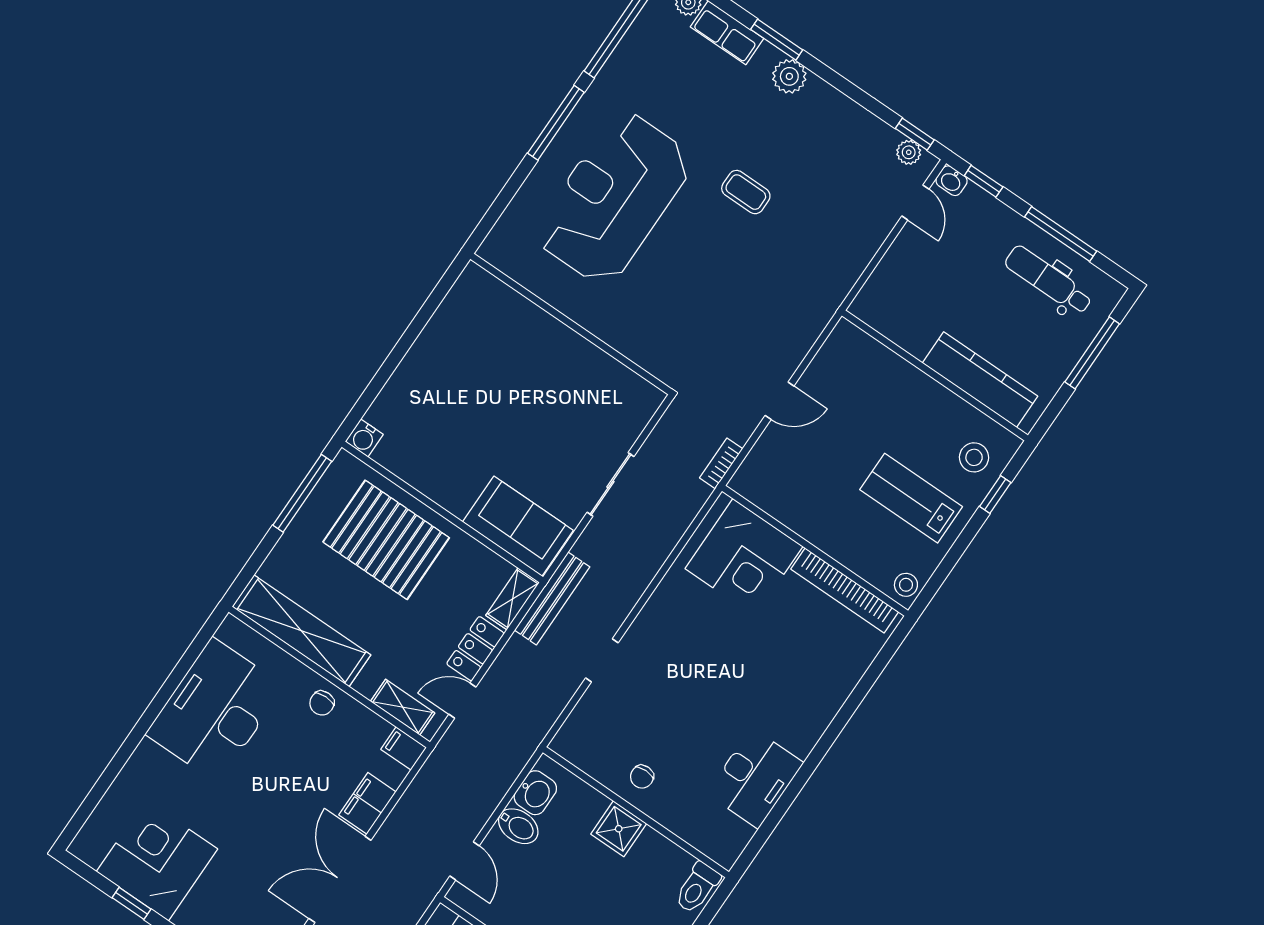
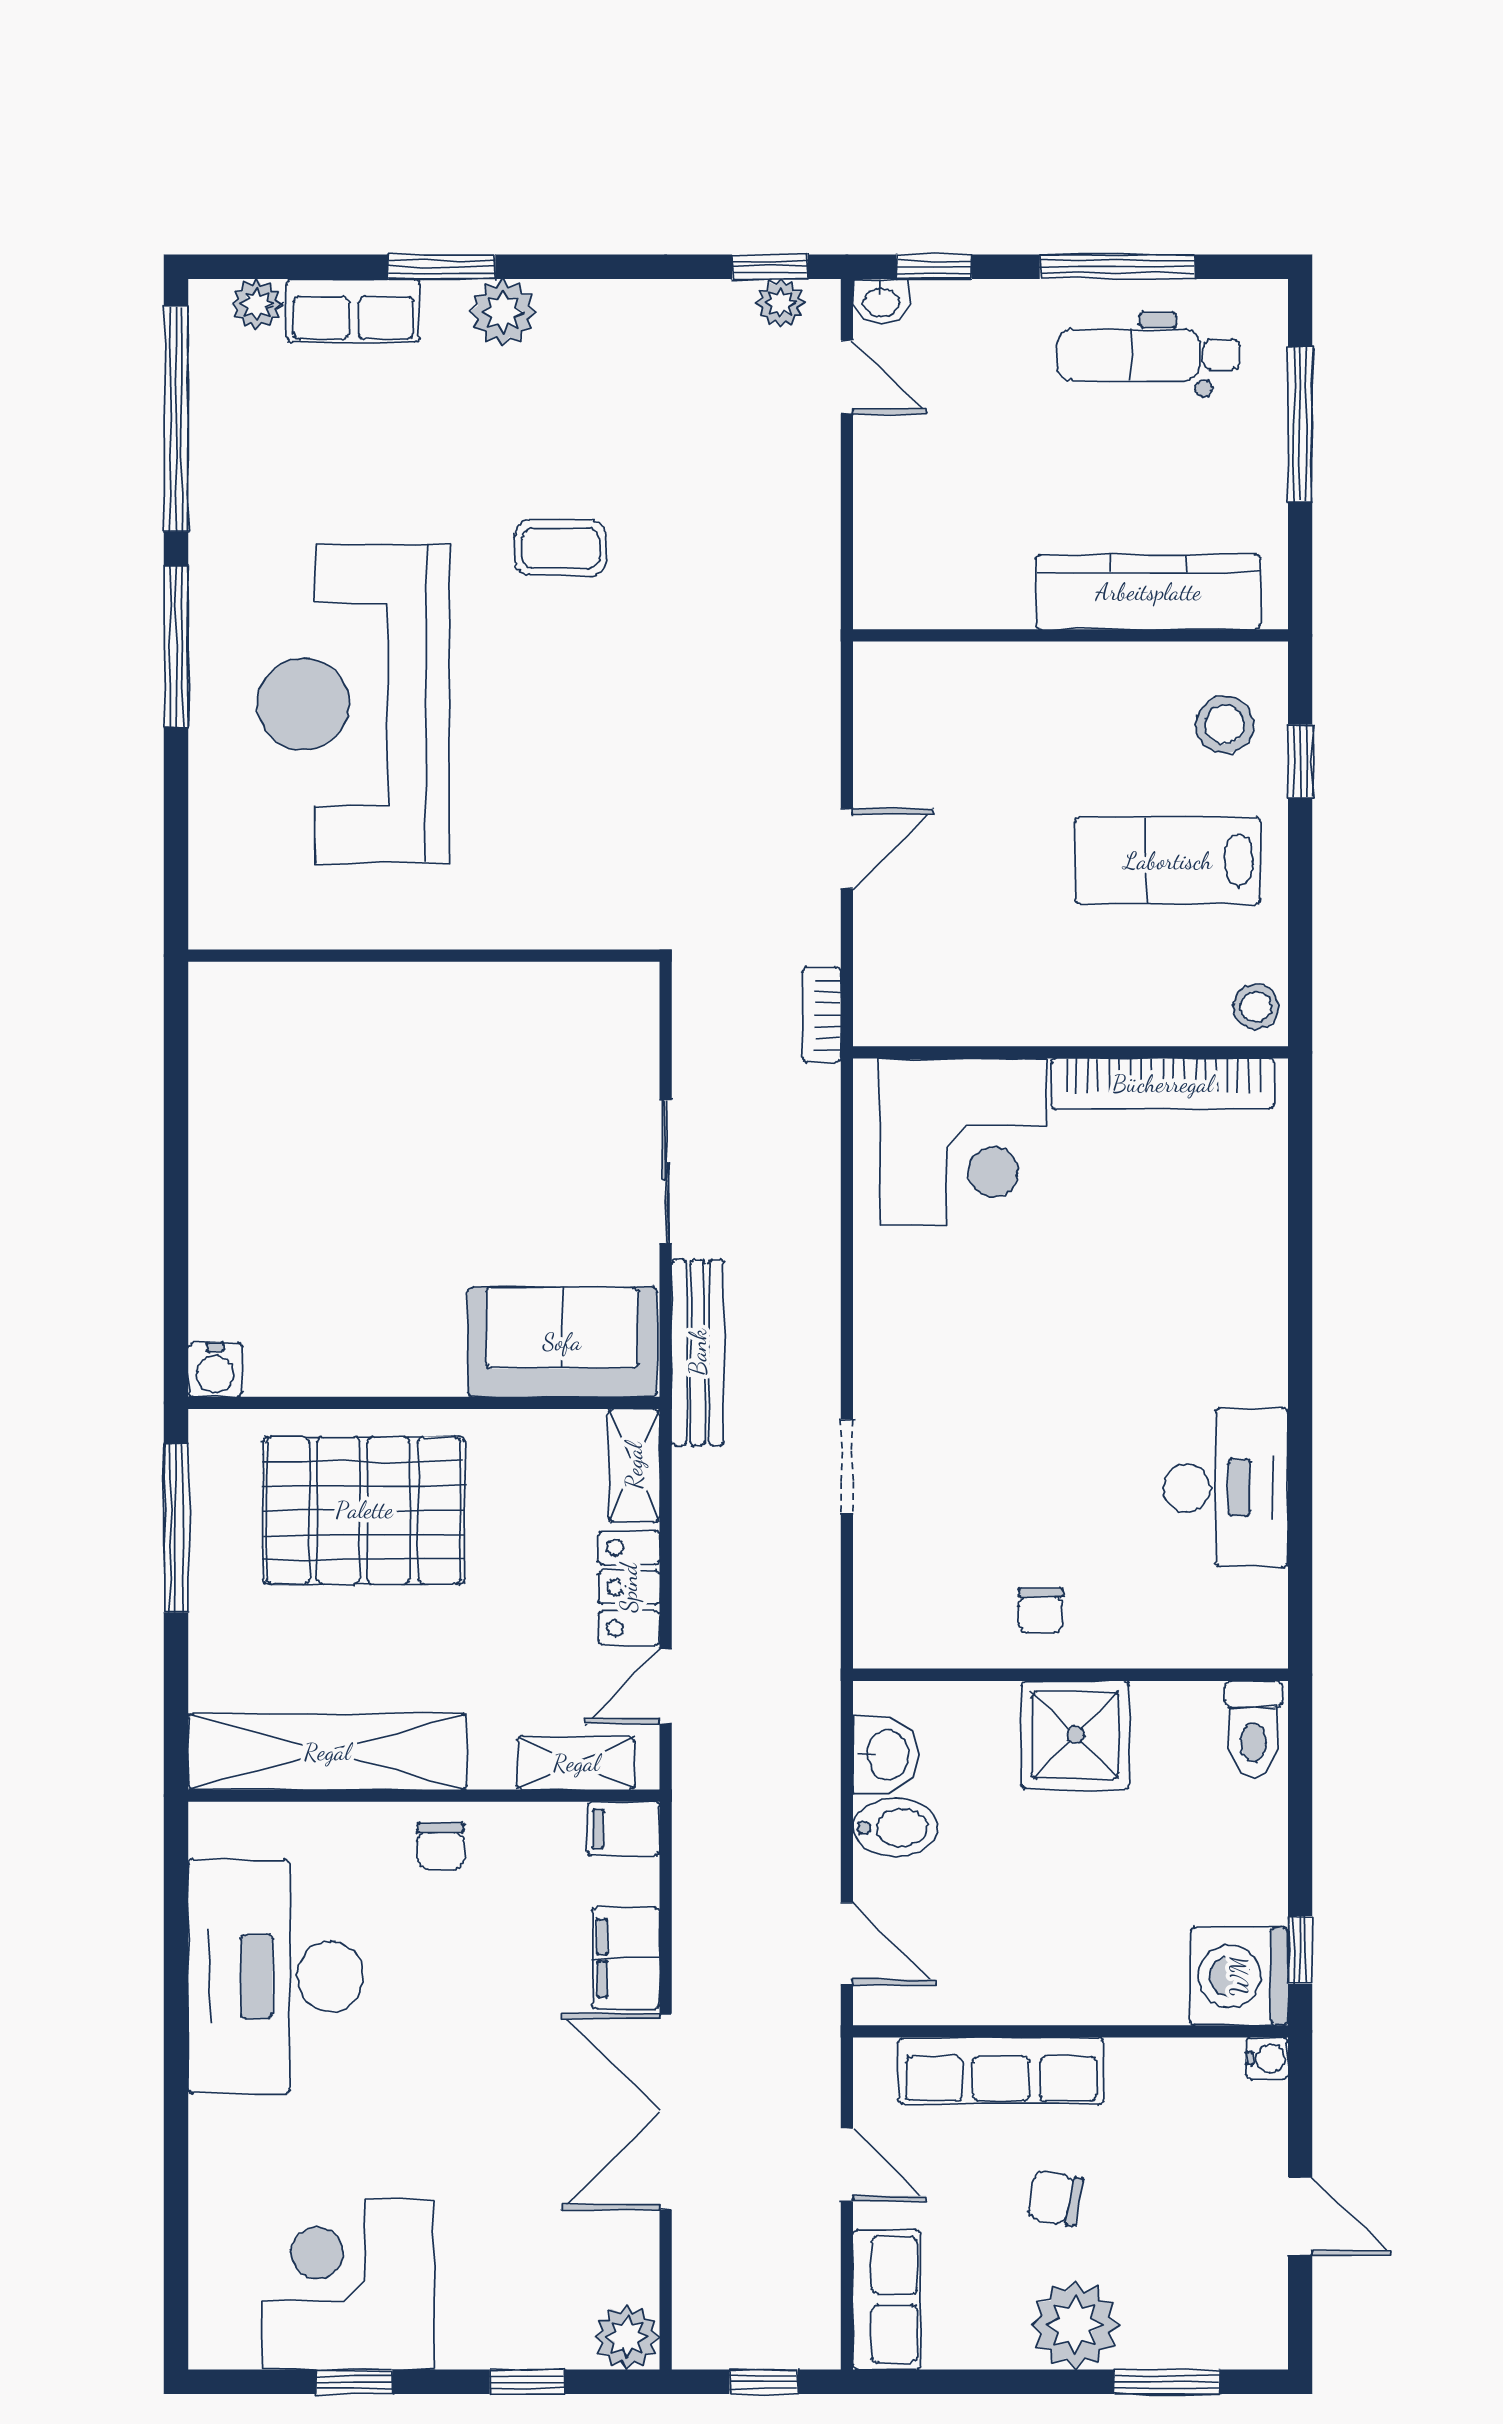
bench: (552, 598) -> (698, 1352), moved
shower: (619, 829) -> (1075, 1735), width x1.36, depth x1.36

